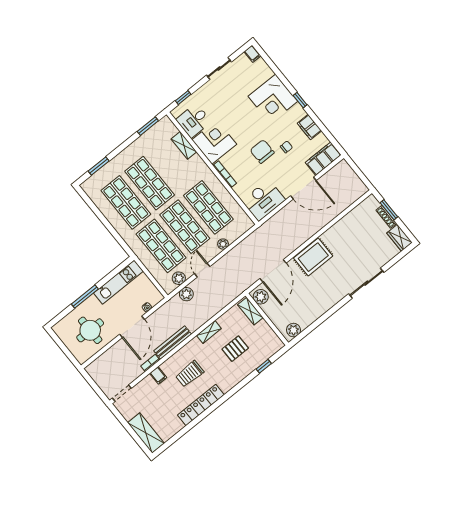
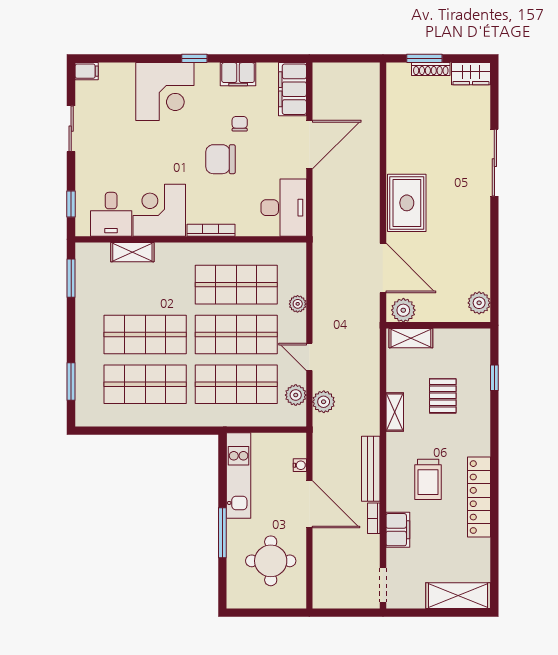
filing cabinet: (158, 375) -> (398, 530), width x2.00

